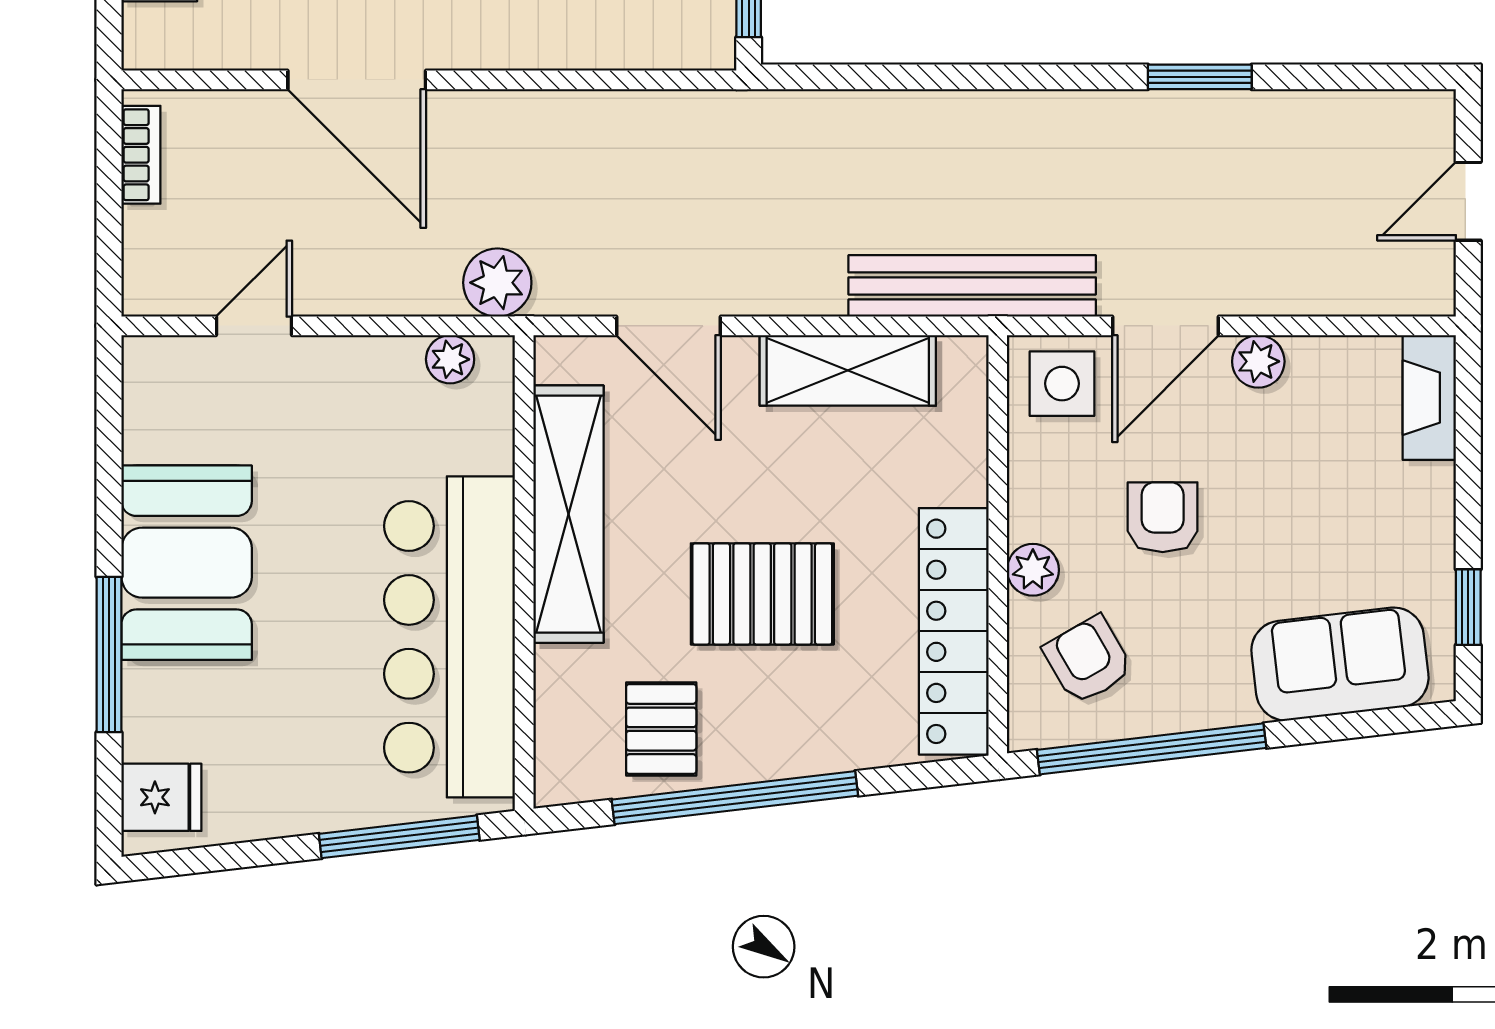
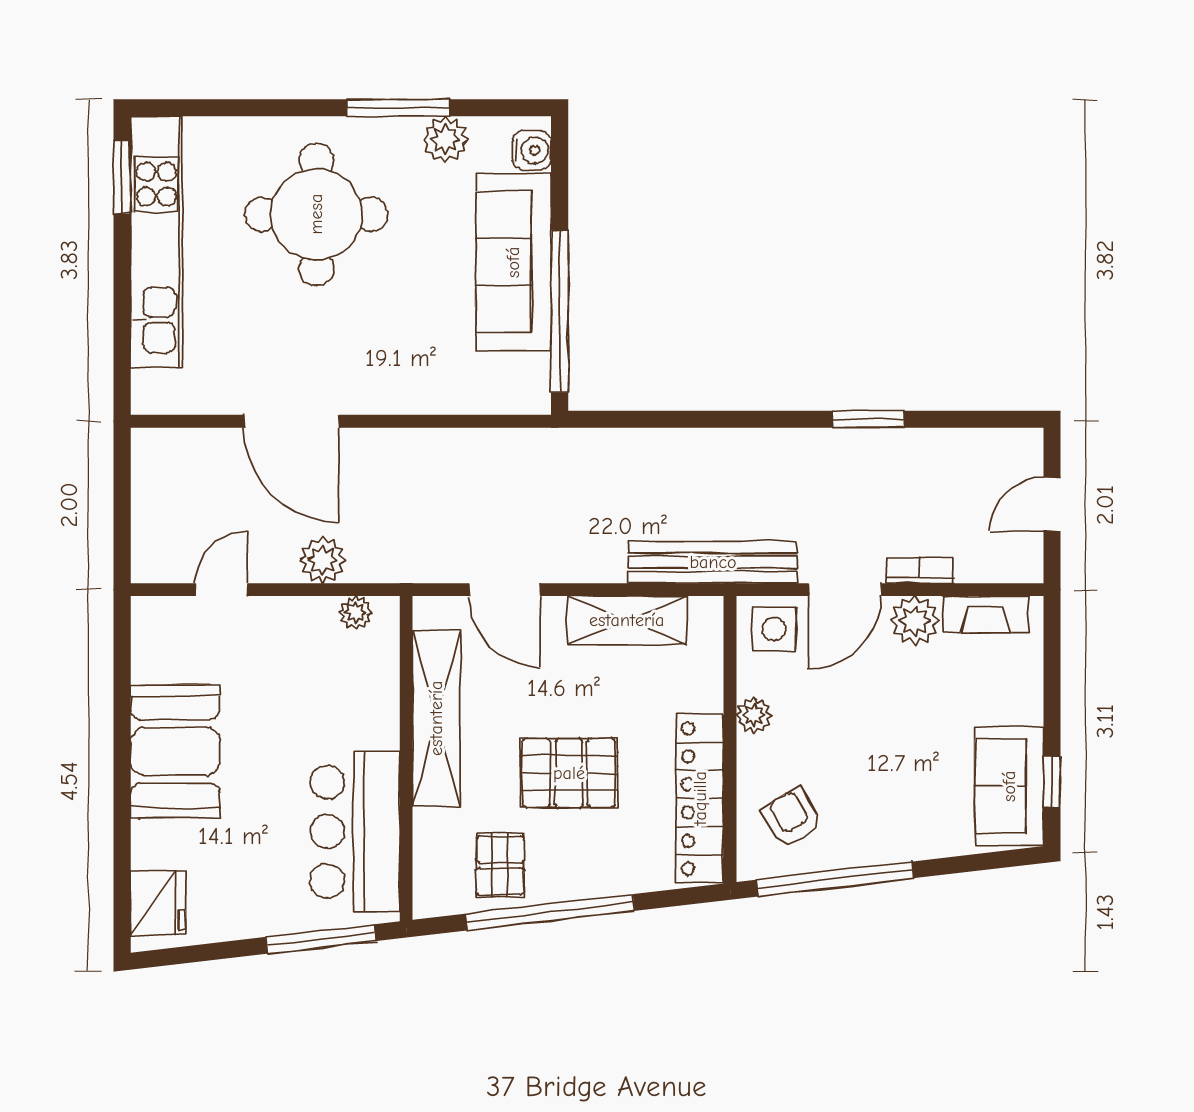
bookcase: (141, 155) -> (920, 570), moved, turned -90
plant: (497, 283) -> (323, 560), moved
plant: (1258, 361) -> (915, 621), width x1.38, depth x1.38
fireplace: (1429, 398) -> (986, 614), moved, turned -90
armchair: (1163, 517) -> (843, 720), removed
plant: (1033, 570) -> (754, 715), moved
bar counter: (449, 637) -> (355, 832), width x0.73
window: (109, 654) -> (122, 814), removed
sofa: (1340, 664) -> (1009, 786), moved, turned -83
fridge: (161, 797) -> (158, 903), width x1.38

